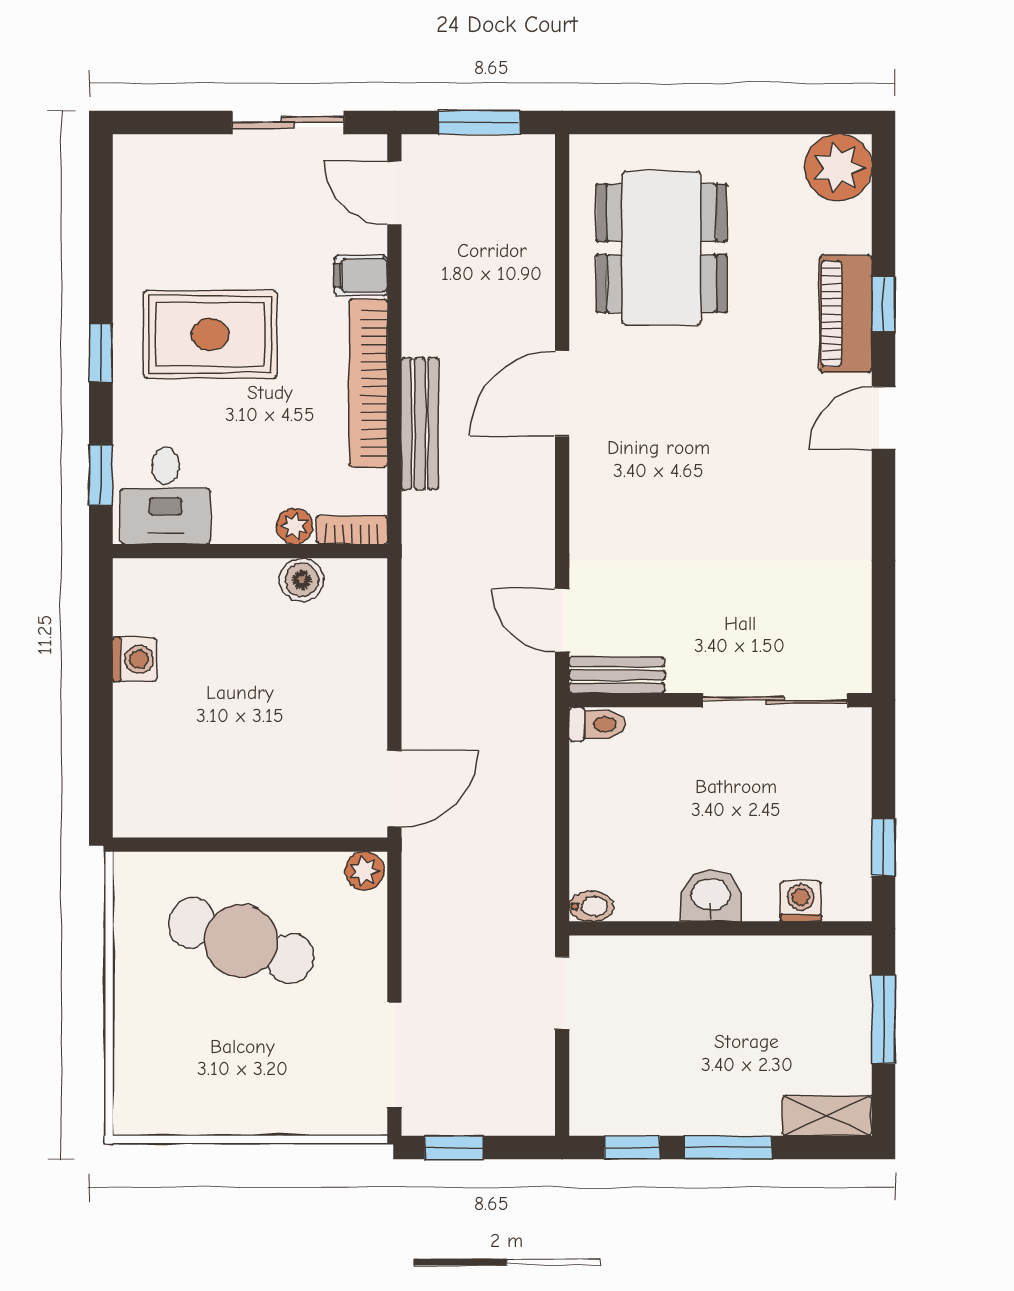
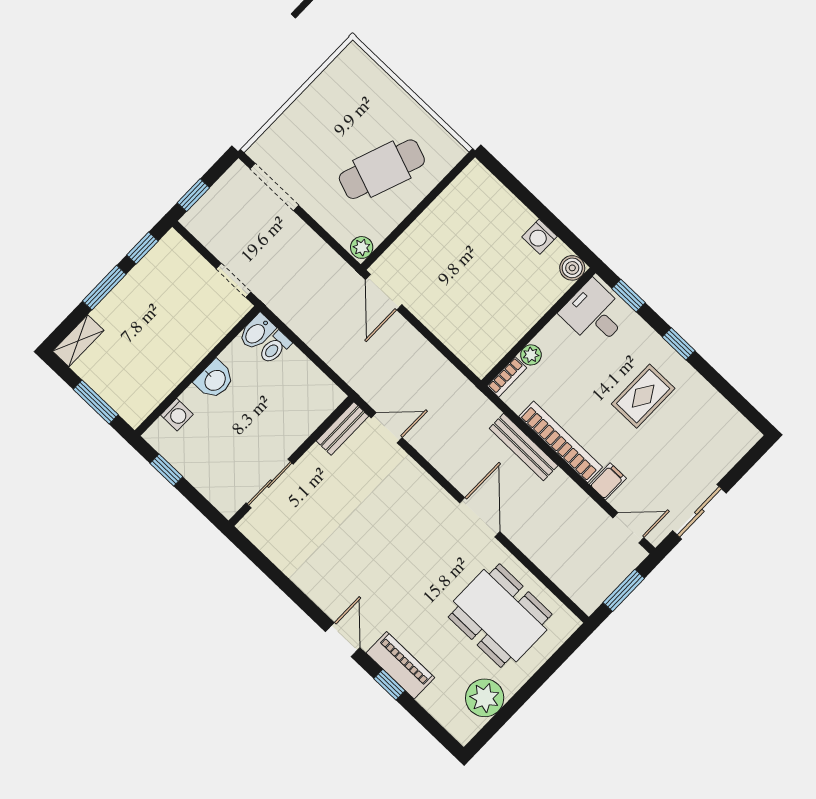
plant: (838, 168) -> (485, 698), moved
rug: (210, 334) -> (643, 396), width x0.73, depth x0.70
boiler: (302, 580) -> (572, 268), moved
sliding door: (775, 700) -> (270, 484), width x0.73
toilet: (597, 724) -> (275, 348), moved
bidet: (591, 906) -> (257, 332), width x1.38, depth x1.36
window: (454, 1147) -> (193, 195), moved

